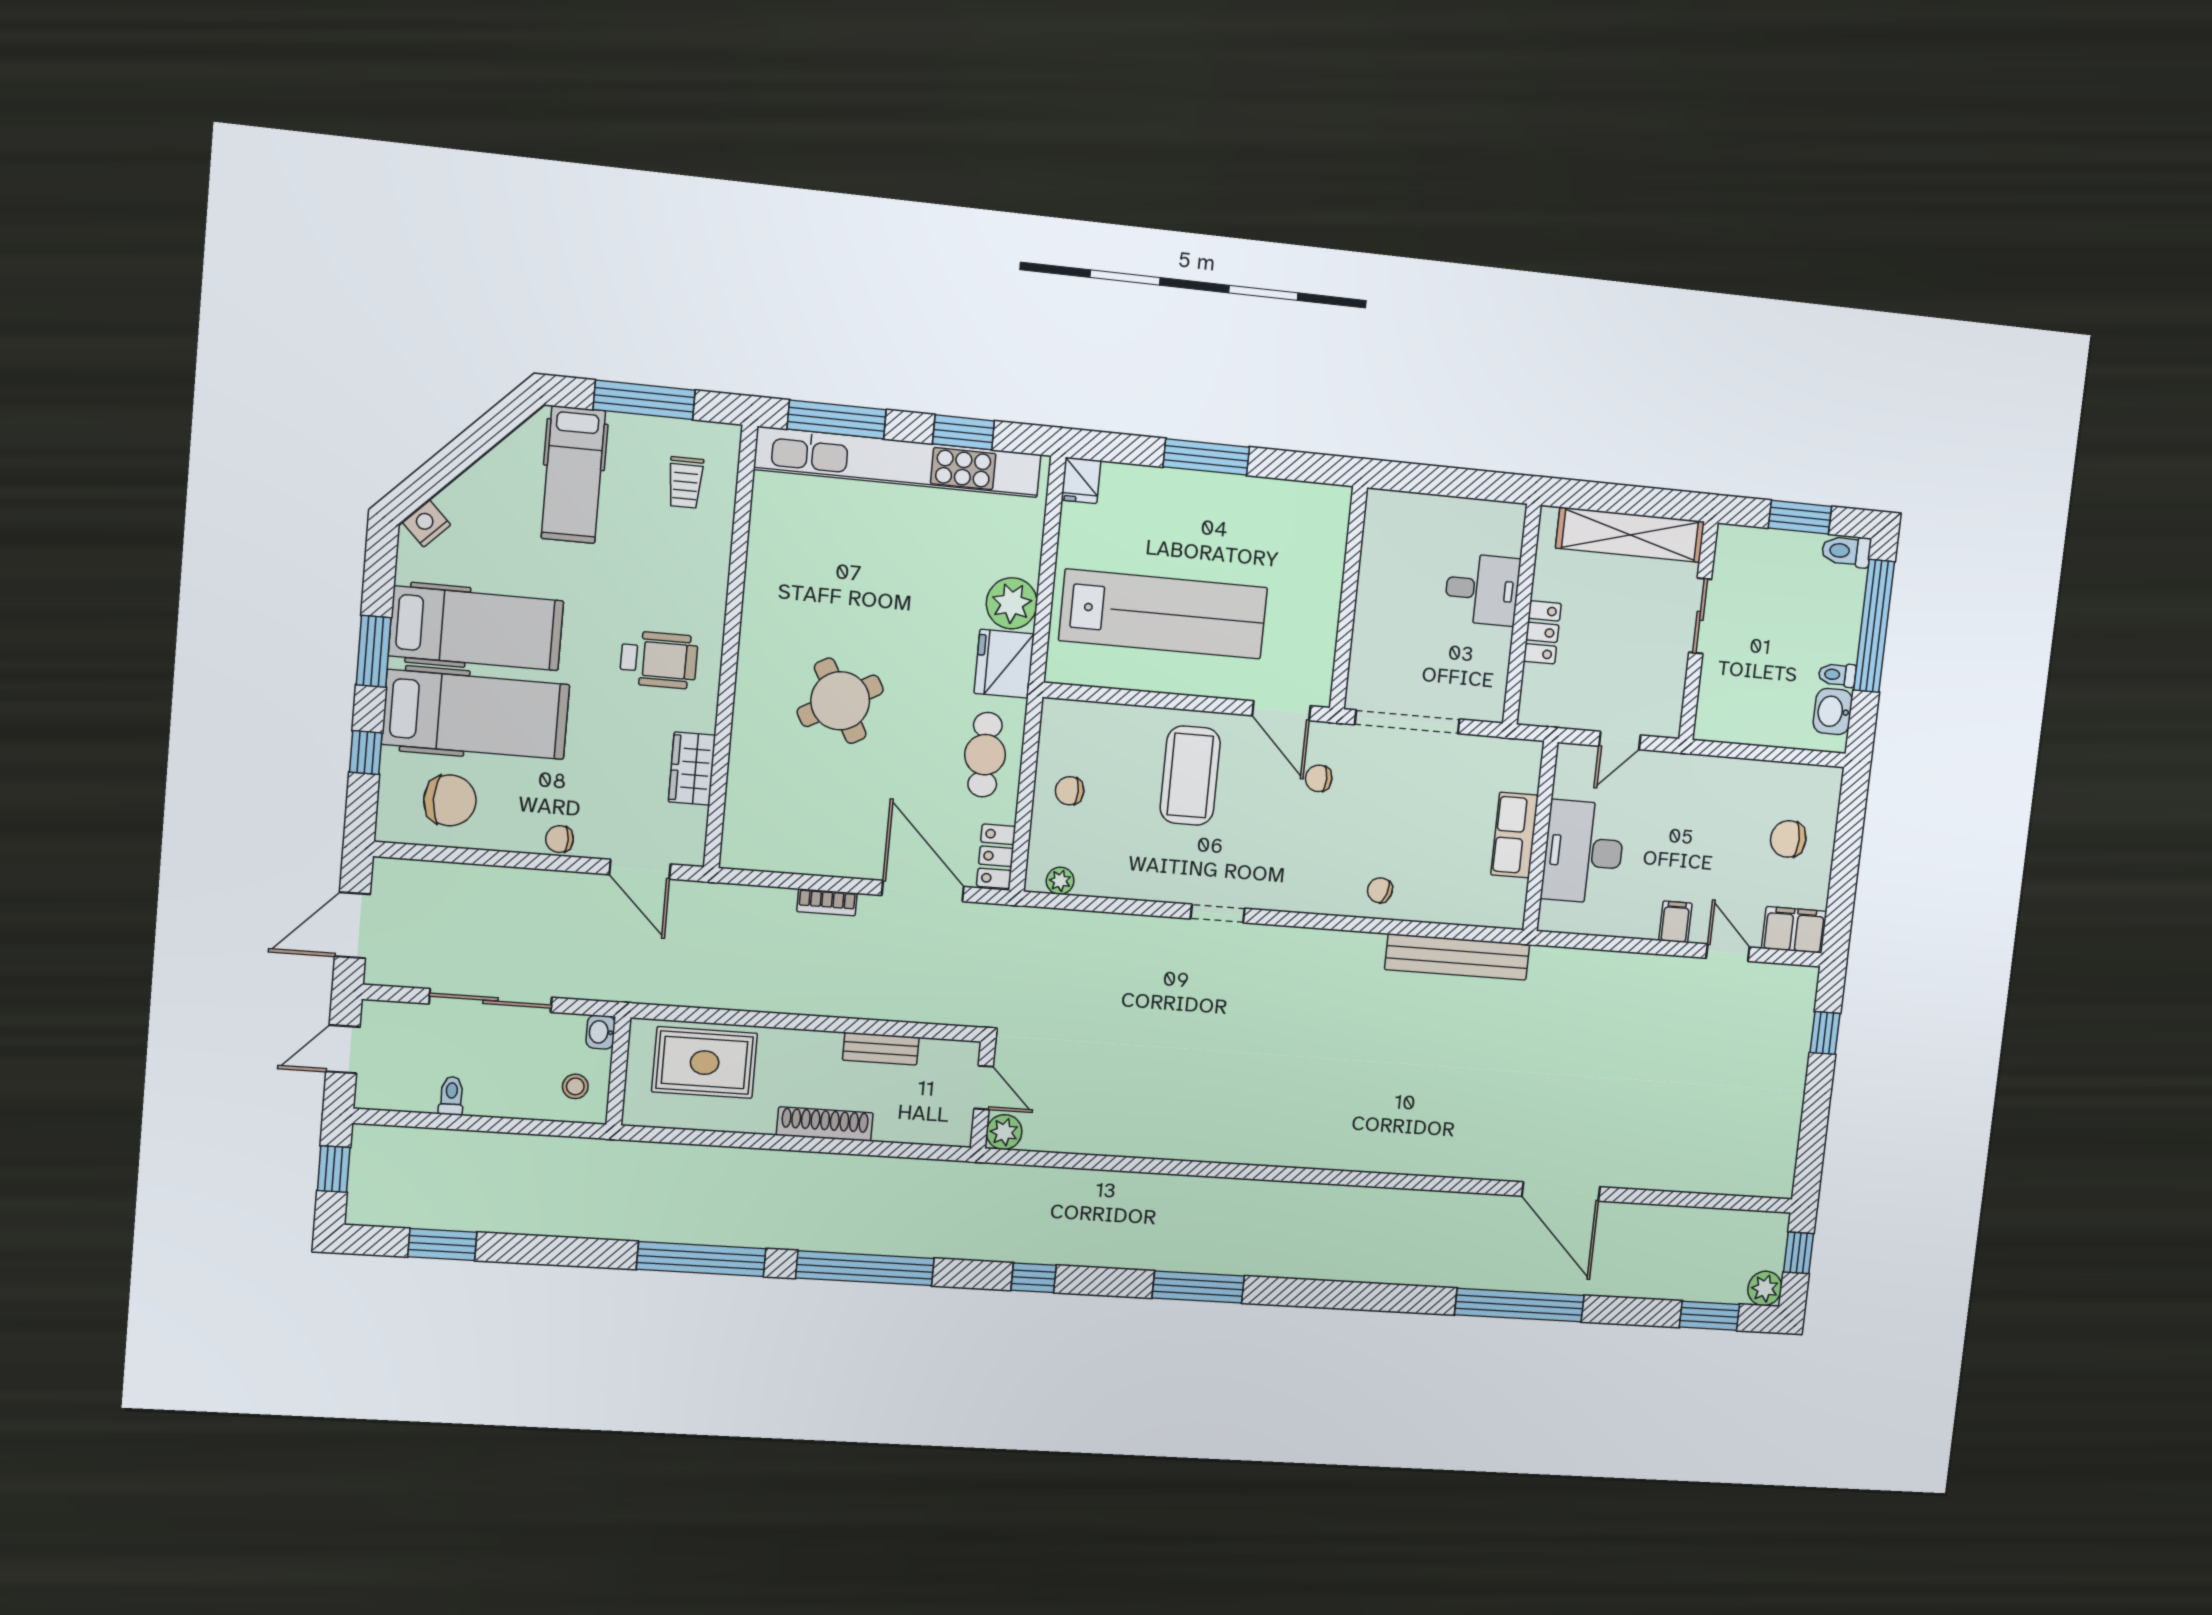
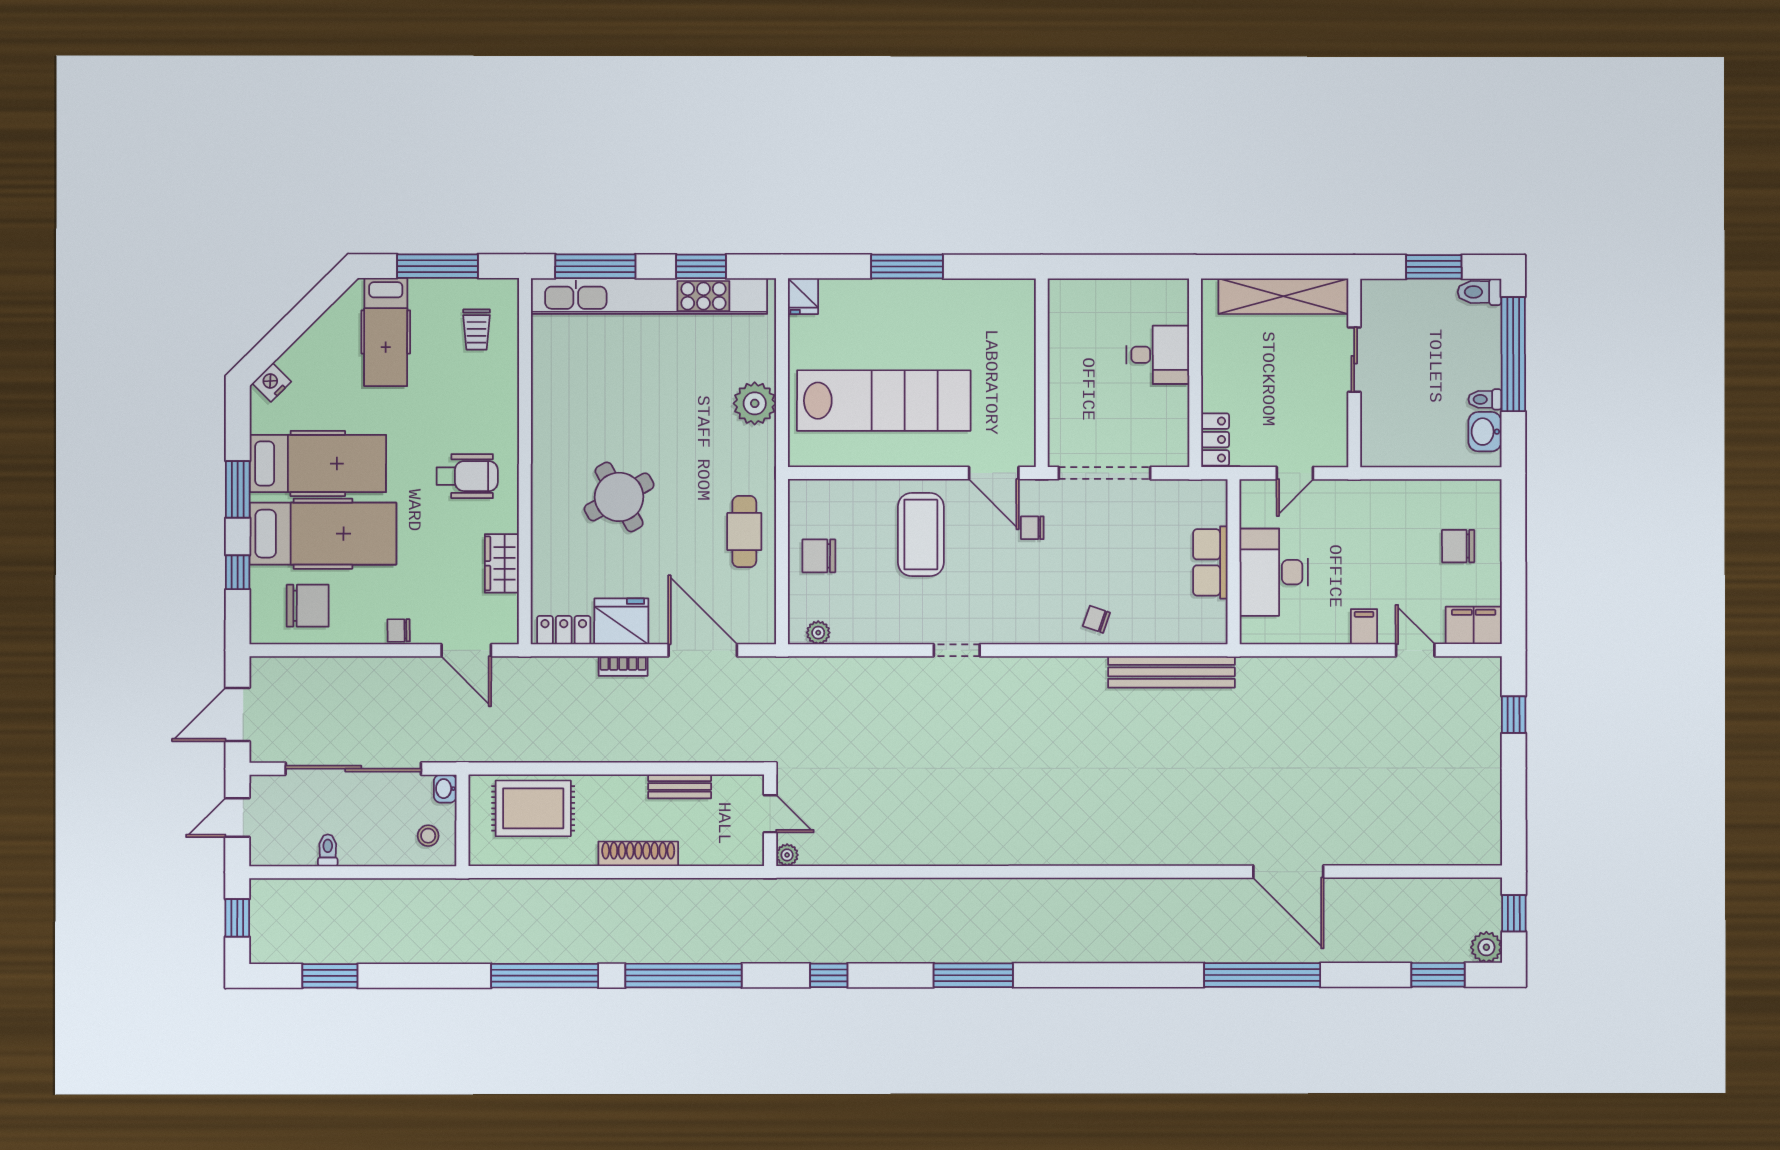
locker: (1542, 632) -> (1215, 440), moved
fridge: (1004, 664) -> (621, 621), moved, turned 90
chair: (1070, 791) -> (819, 556), width x1.37, depth x1.37
locker: (996, 856) -> (564, 630), moved, turned 90
sliding door: (491, 1001) -> (353, 769), width x1.36
plant: (1004, 1132) -> (787, 855), width x0.73, depth x0.73

